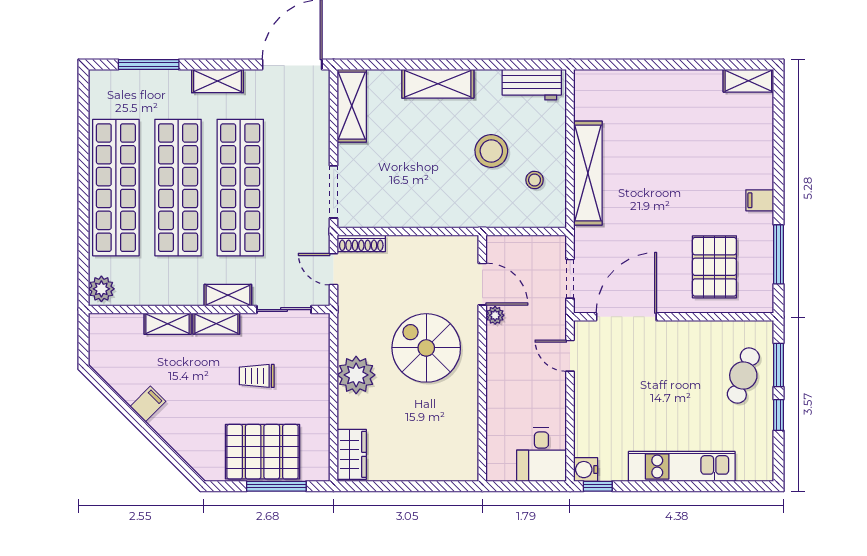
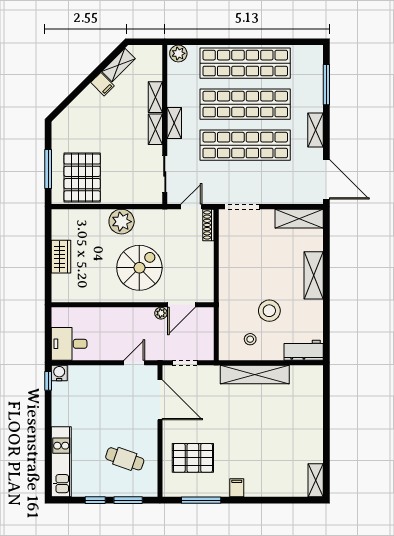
workbench: (532, 85) -> (304, 350), moved, turned 90
shelving: (228, 295) -> (174, 123), moved
trolley: (257, 376) -> (121, 156), removed
cafe table: (743, 376) -> (125, 459), moved
shelving: (119, 380) -> (119, 65), added
pallet: (262, 452) -> (82, 177), moved
wardrobe: (352, 454) -> (61, 257), moved, turned -90
kitchen unit: (682, 466) -> (61, 462), moved

